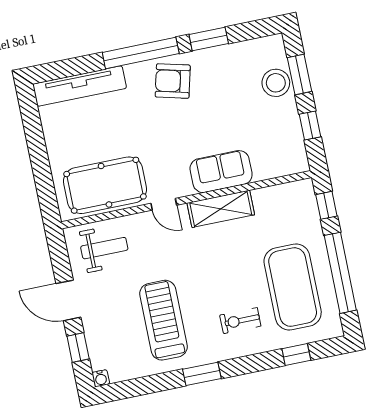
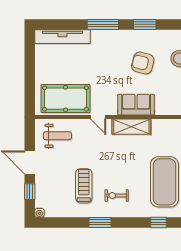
window: (141, 53) -> (103, 24), width x0.68
armchair: (173, 81) -> (143, 63), moved
treadmill: (164, 320) -> (84, 186), width x0.73, depth x0.73
exercise bike: (240, 321) -> (117, 195), moved

